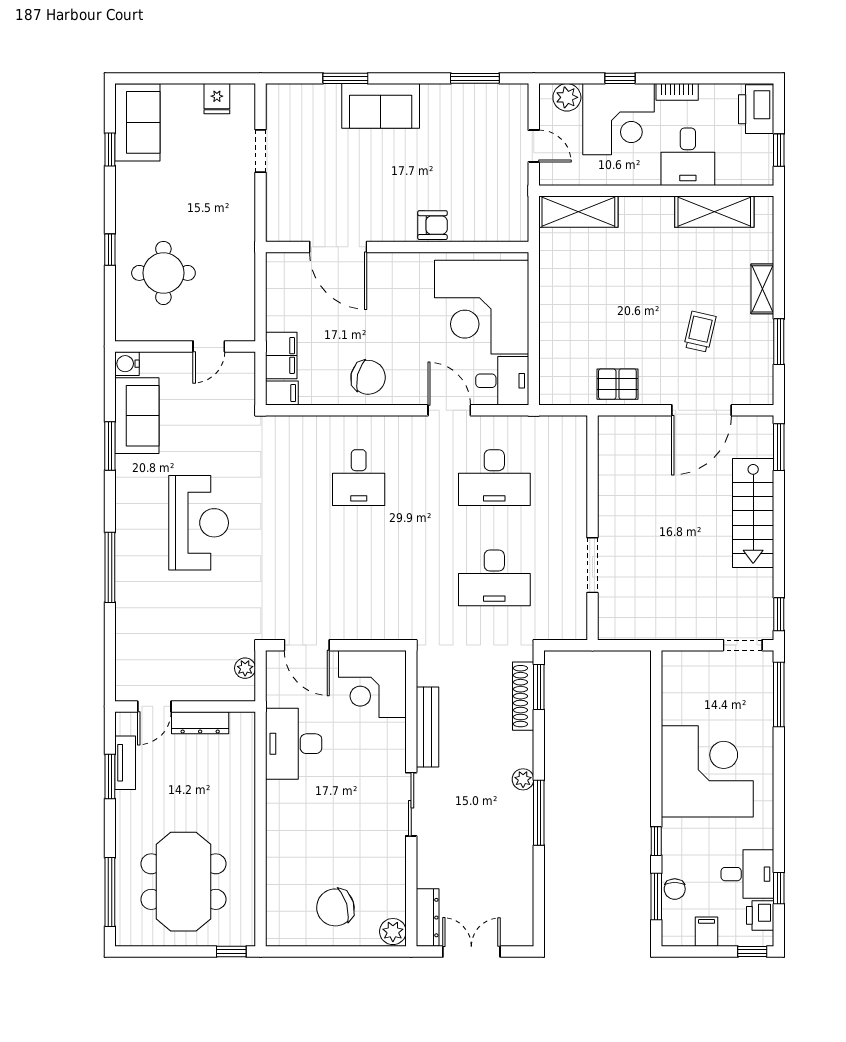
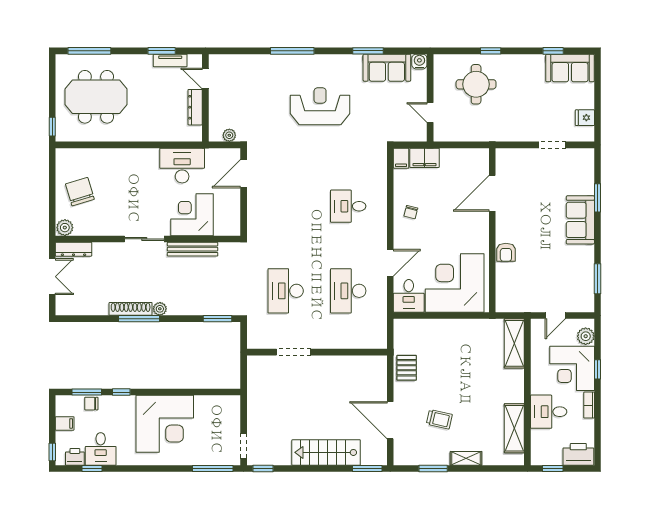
chair: (368, 377) -> (411, 212), width x0.54, depth x0.54
reception desk: (199, 523) -> (320, 106), turned 180
corner desk: (372, 684) -> (192, 215), moved
shoe rack: (523, 696) -> (131, 309), moved

